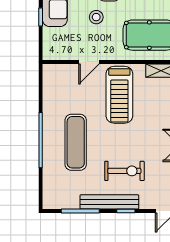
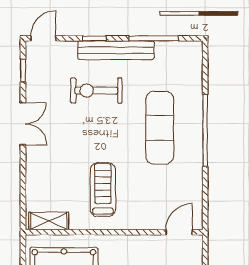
door: (89, 62) -> (179, 232), moved
treadmill: (119, 95) -> (103, 190), width x0.73, depth x0.73

